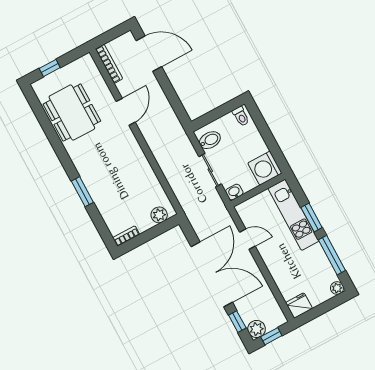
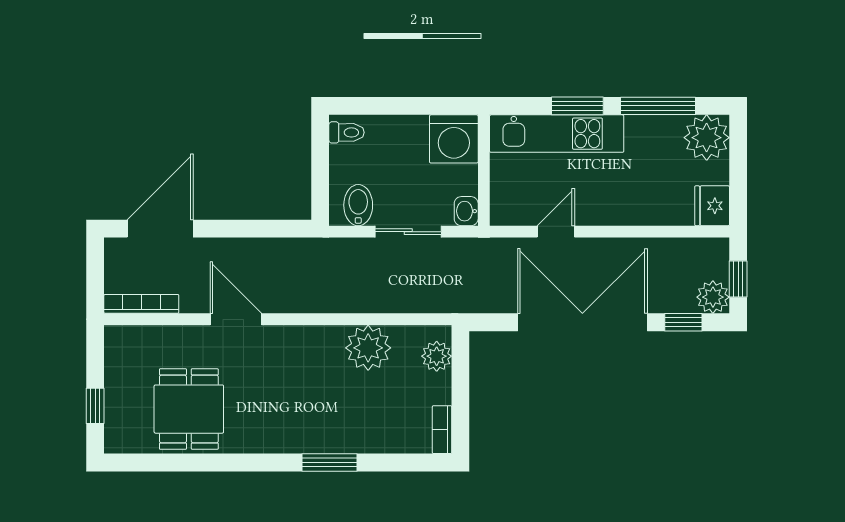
dining table: (72, 113) -> (189, 409), width x0.73
plant: (146, 181) -> (368, 348), added
plant: (337, 288) -> (707, 138), width x1.88, depth x1.88

